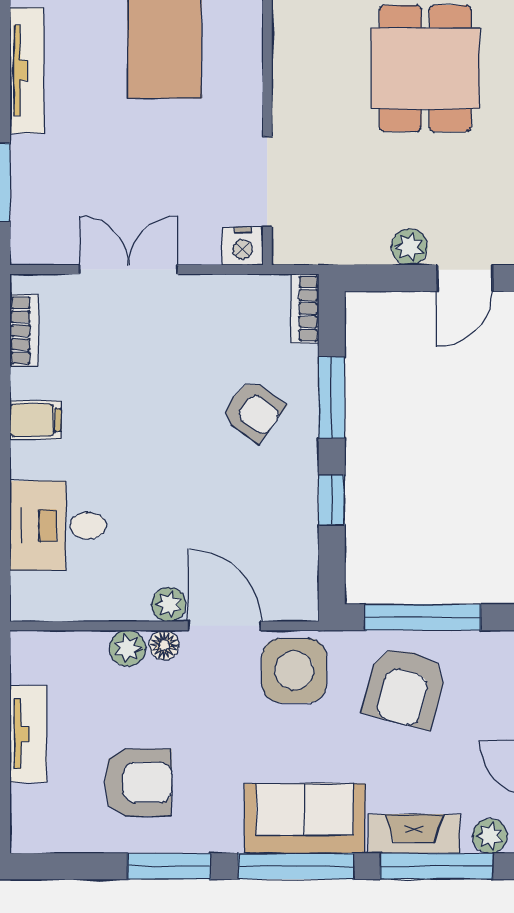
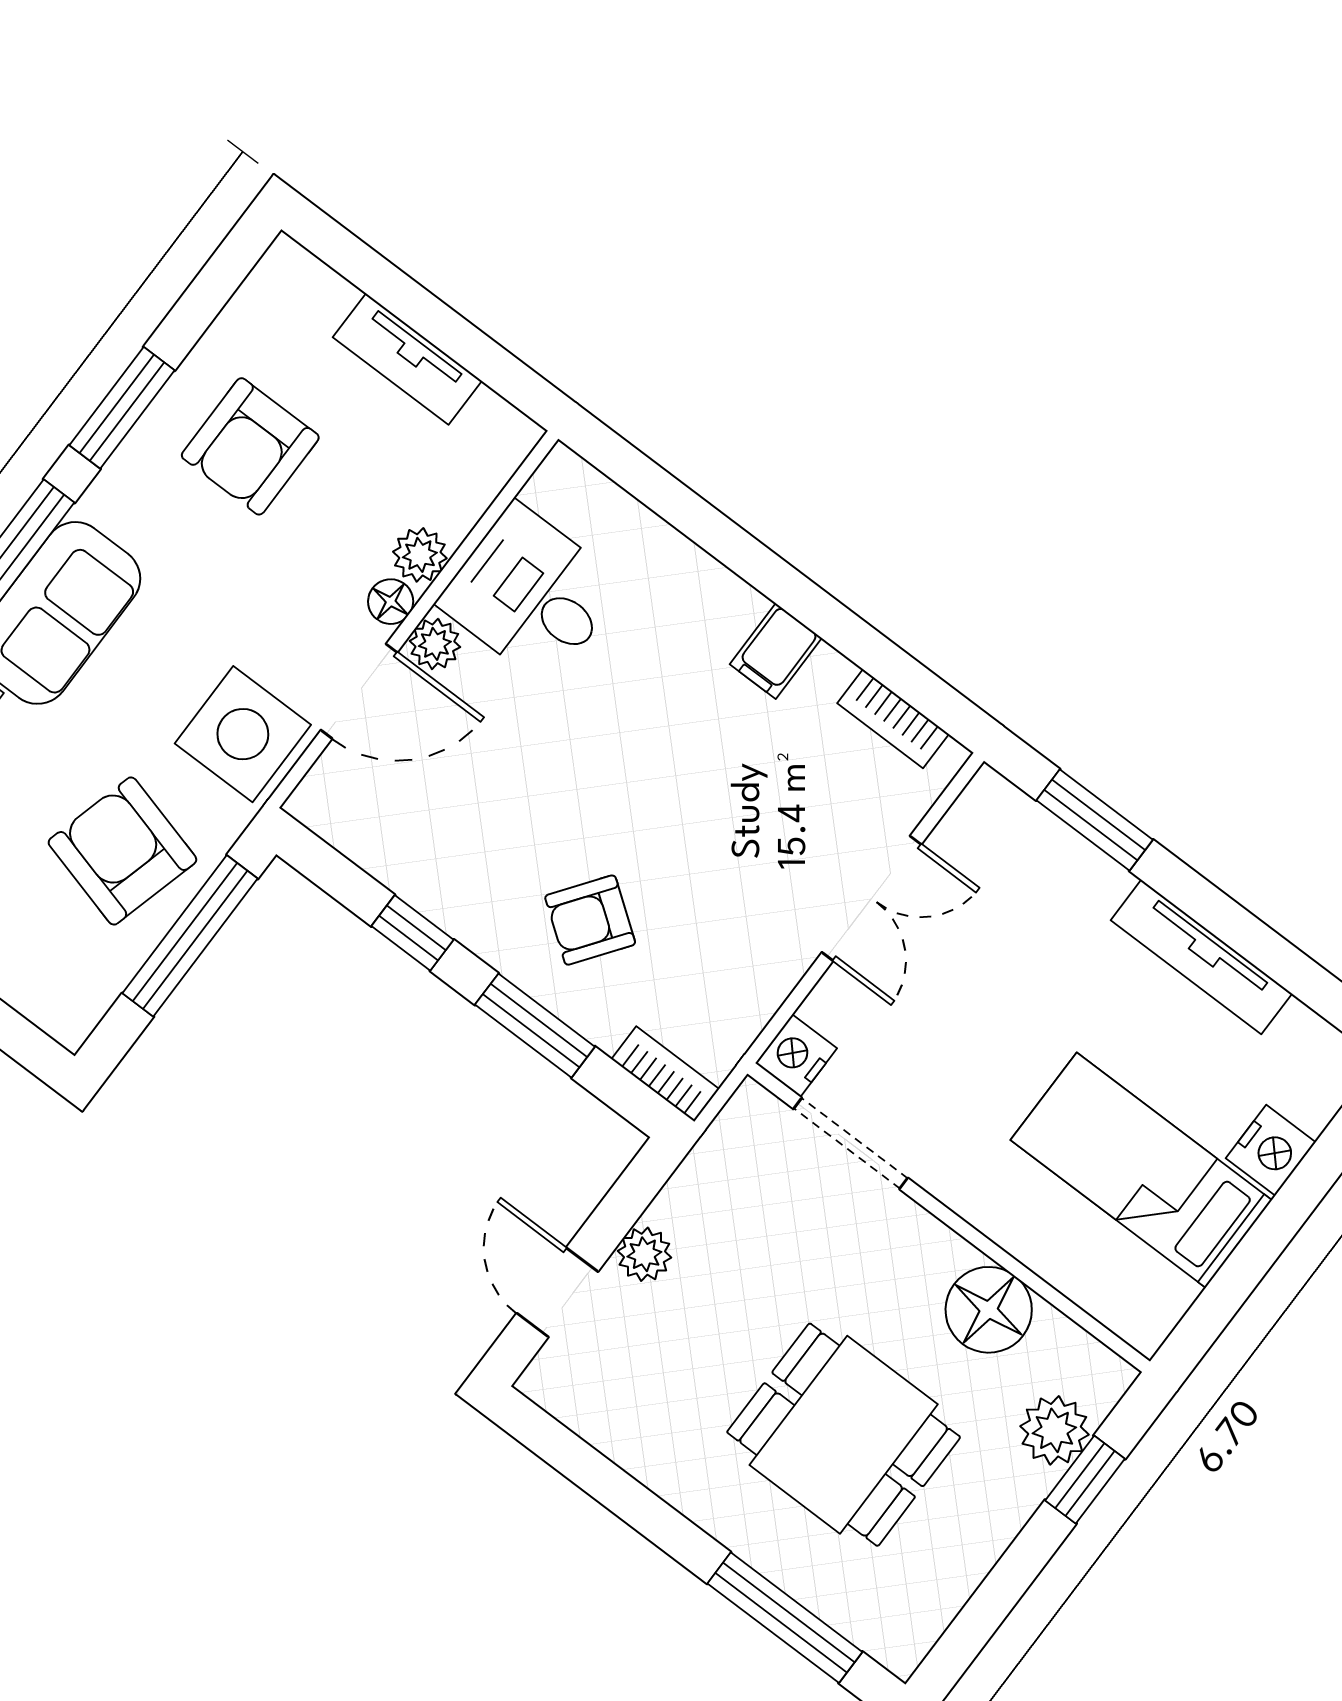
floor lamp: (300, 41) -> (989, 1310), added
desk: (58, 526) -> (531, 594), moved, turned -90

